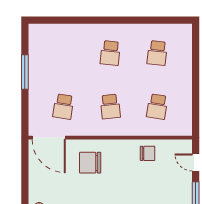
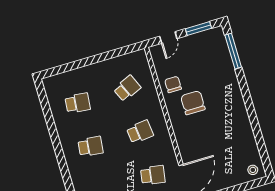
school desk: (157, 107) -> (127, 88), turned -33
chair: (90, 163) -> (193, 103), moved, turned 180

